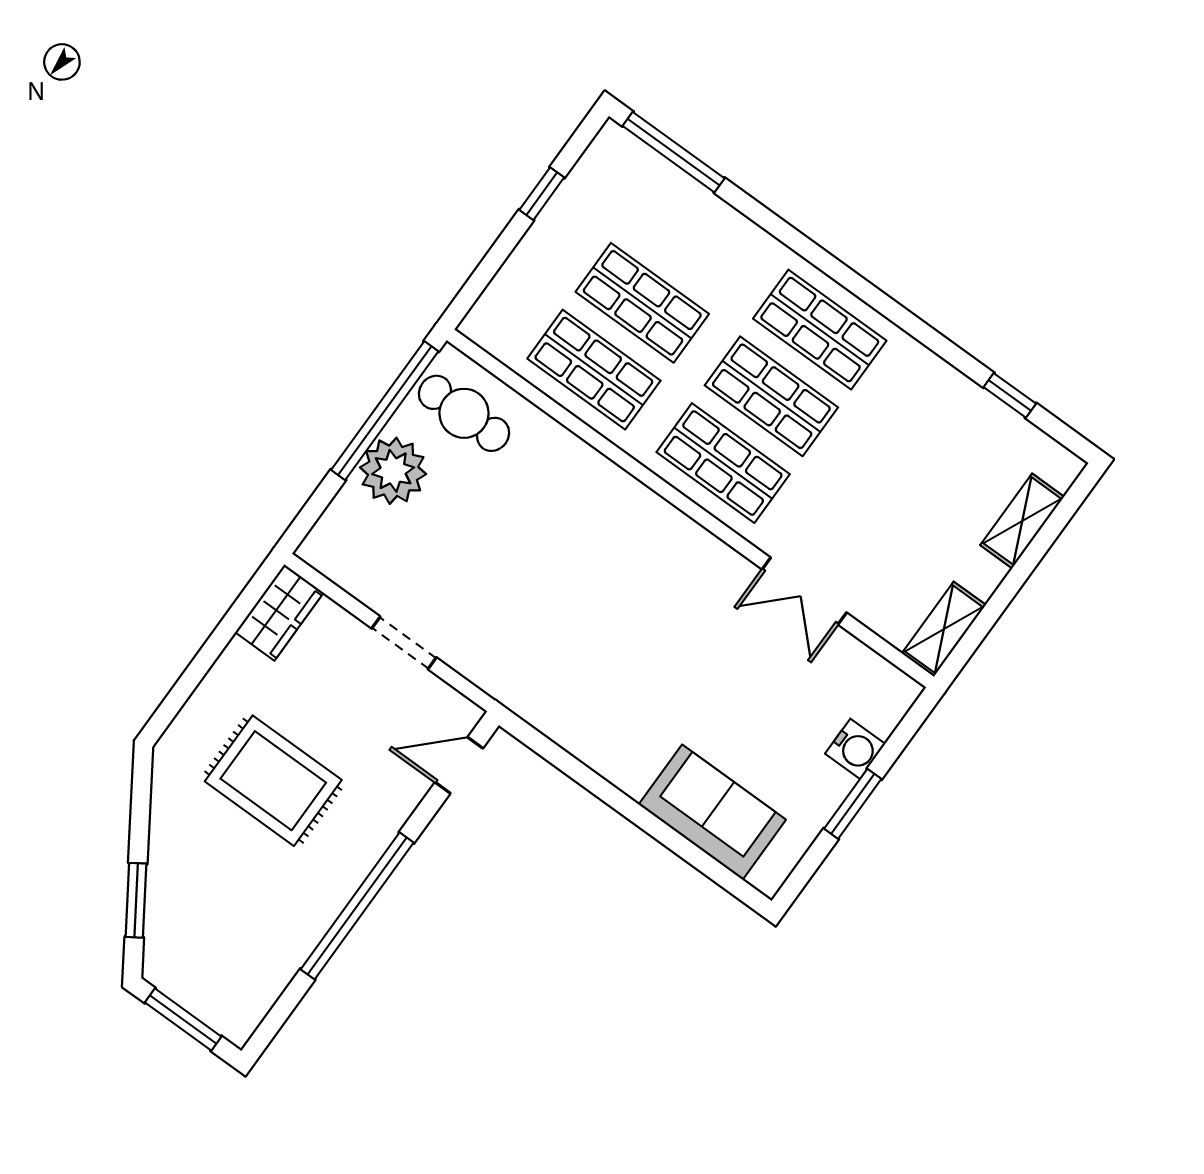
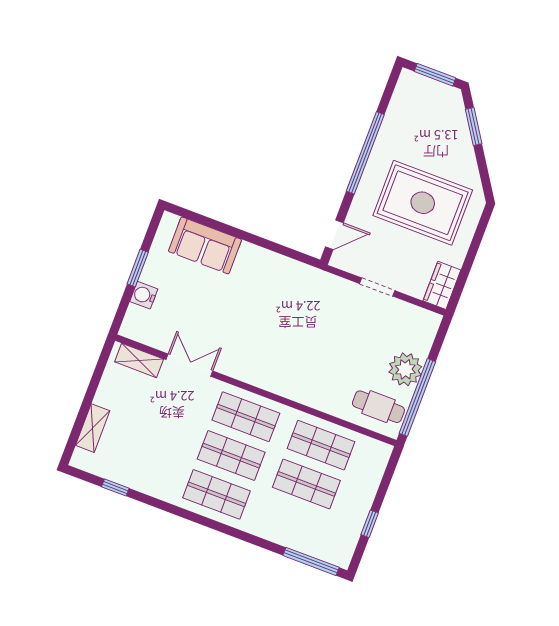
shelving: (944, 629) -> (139, 360), moved, turned 90
rug: (273, 781) -> (423, 203), width x1.37, depth x1.44

